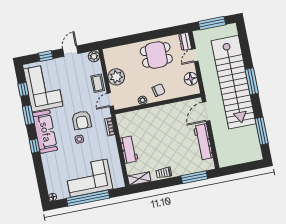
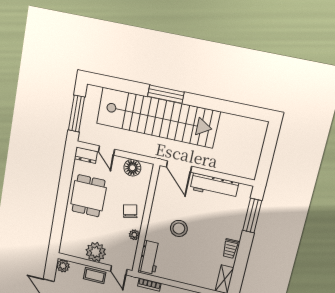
stool: (162, 130) -> (179, 228), added
window: (262, 131) -> (233, 108), removed
workbench: (129, 150) -> (149, 257), moved, turned 90

